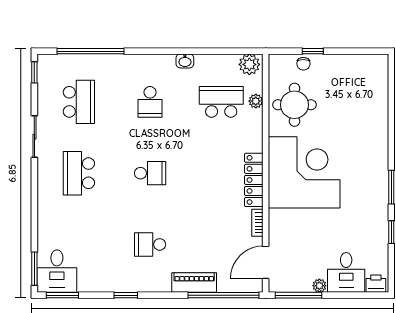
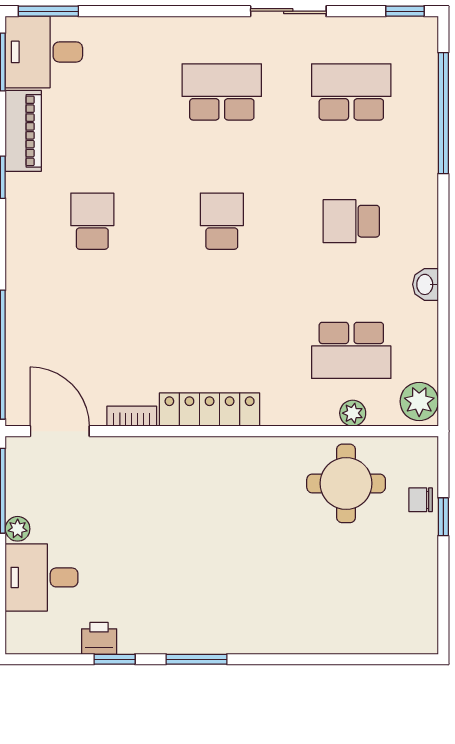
school desk: (79, 102) -> (351, 92), turned 180
school desk: (221, 102) -> (351, 350), turned 90
corner desk: (304, 172) -> (223, 501), removed
school desk: (150, 173) -> (222, 221), turned 180
piano: (194, 282) -> (23, 131), moved
printer: (376, 284) -> (99, 638), moved, turned -90

